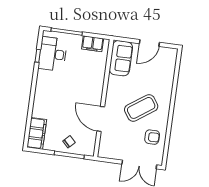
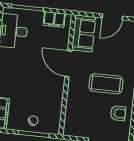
coffee table: (141, 108) -> (106, 84), turned 35
door: (101, 119) -> (68, 64), moved

